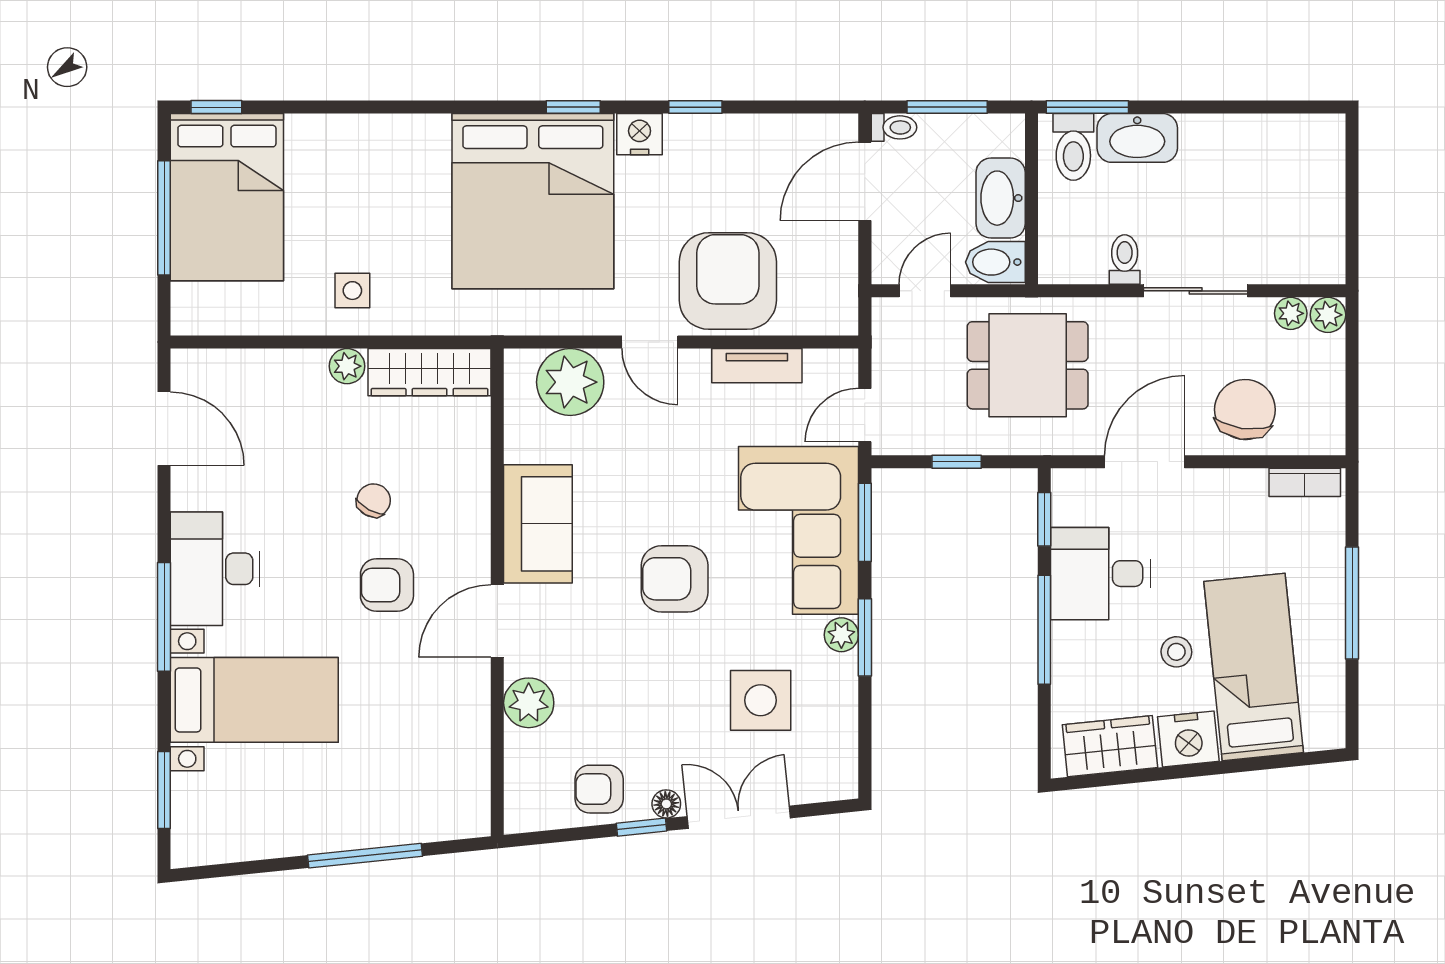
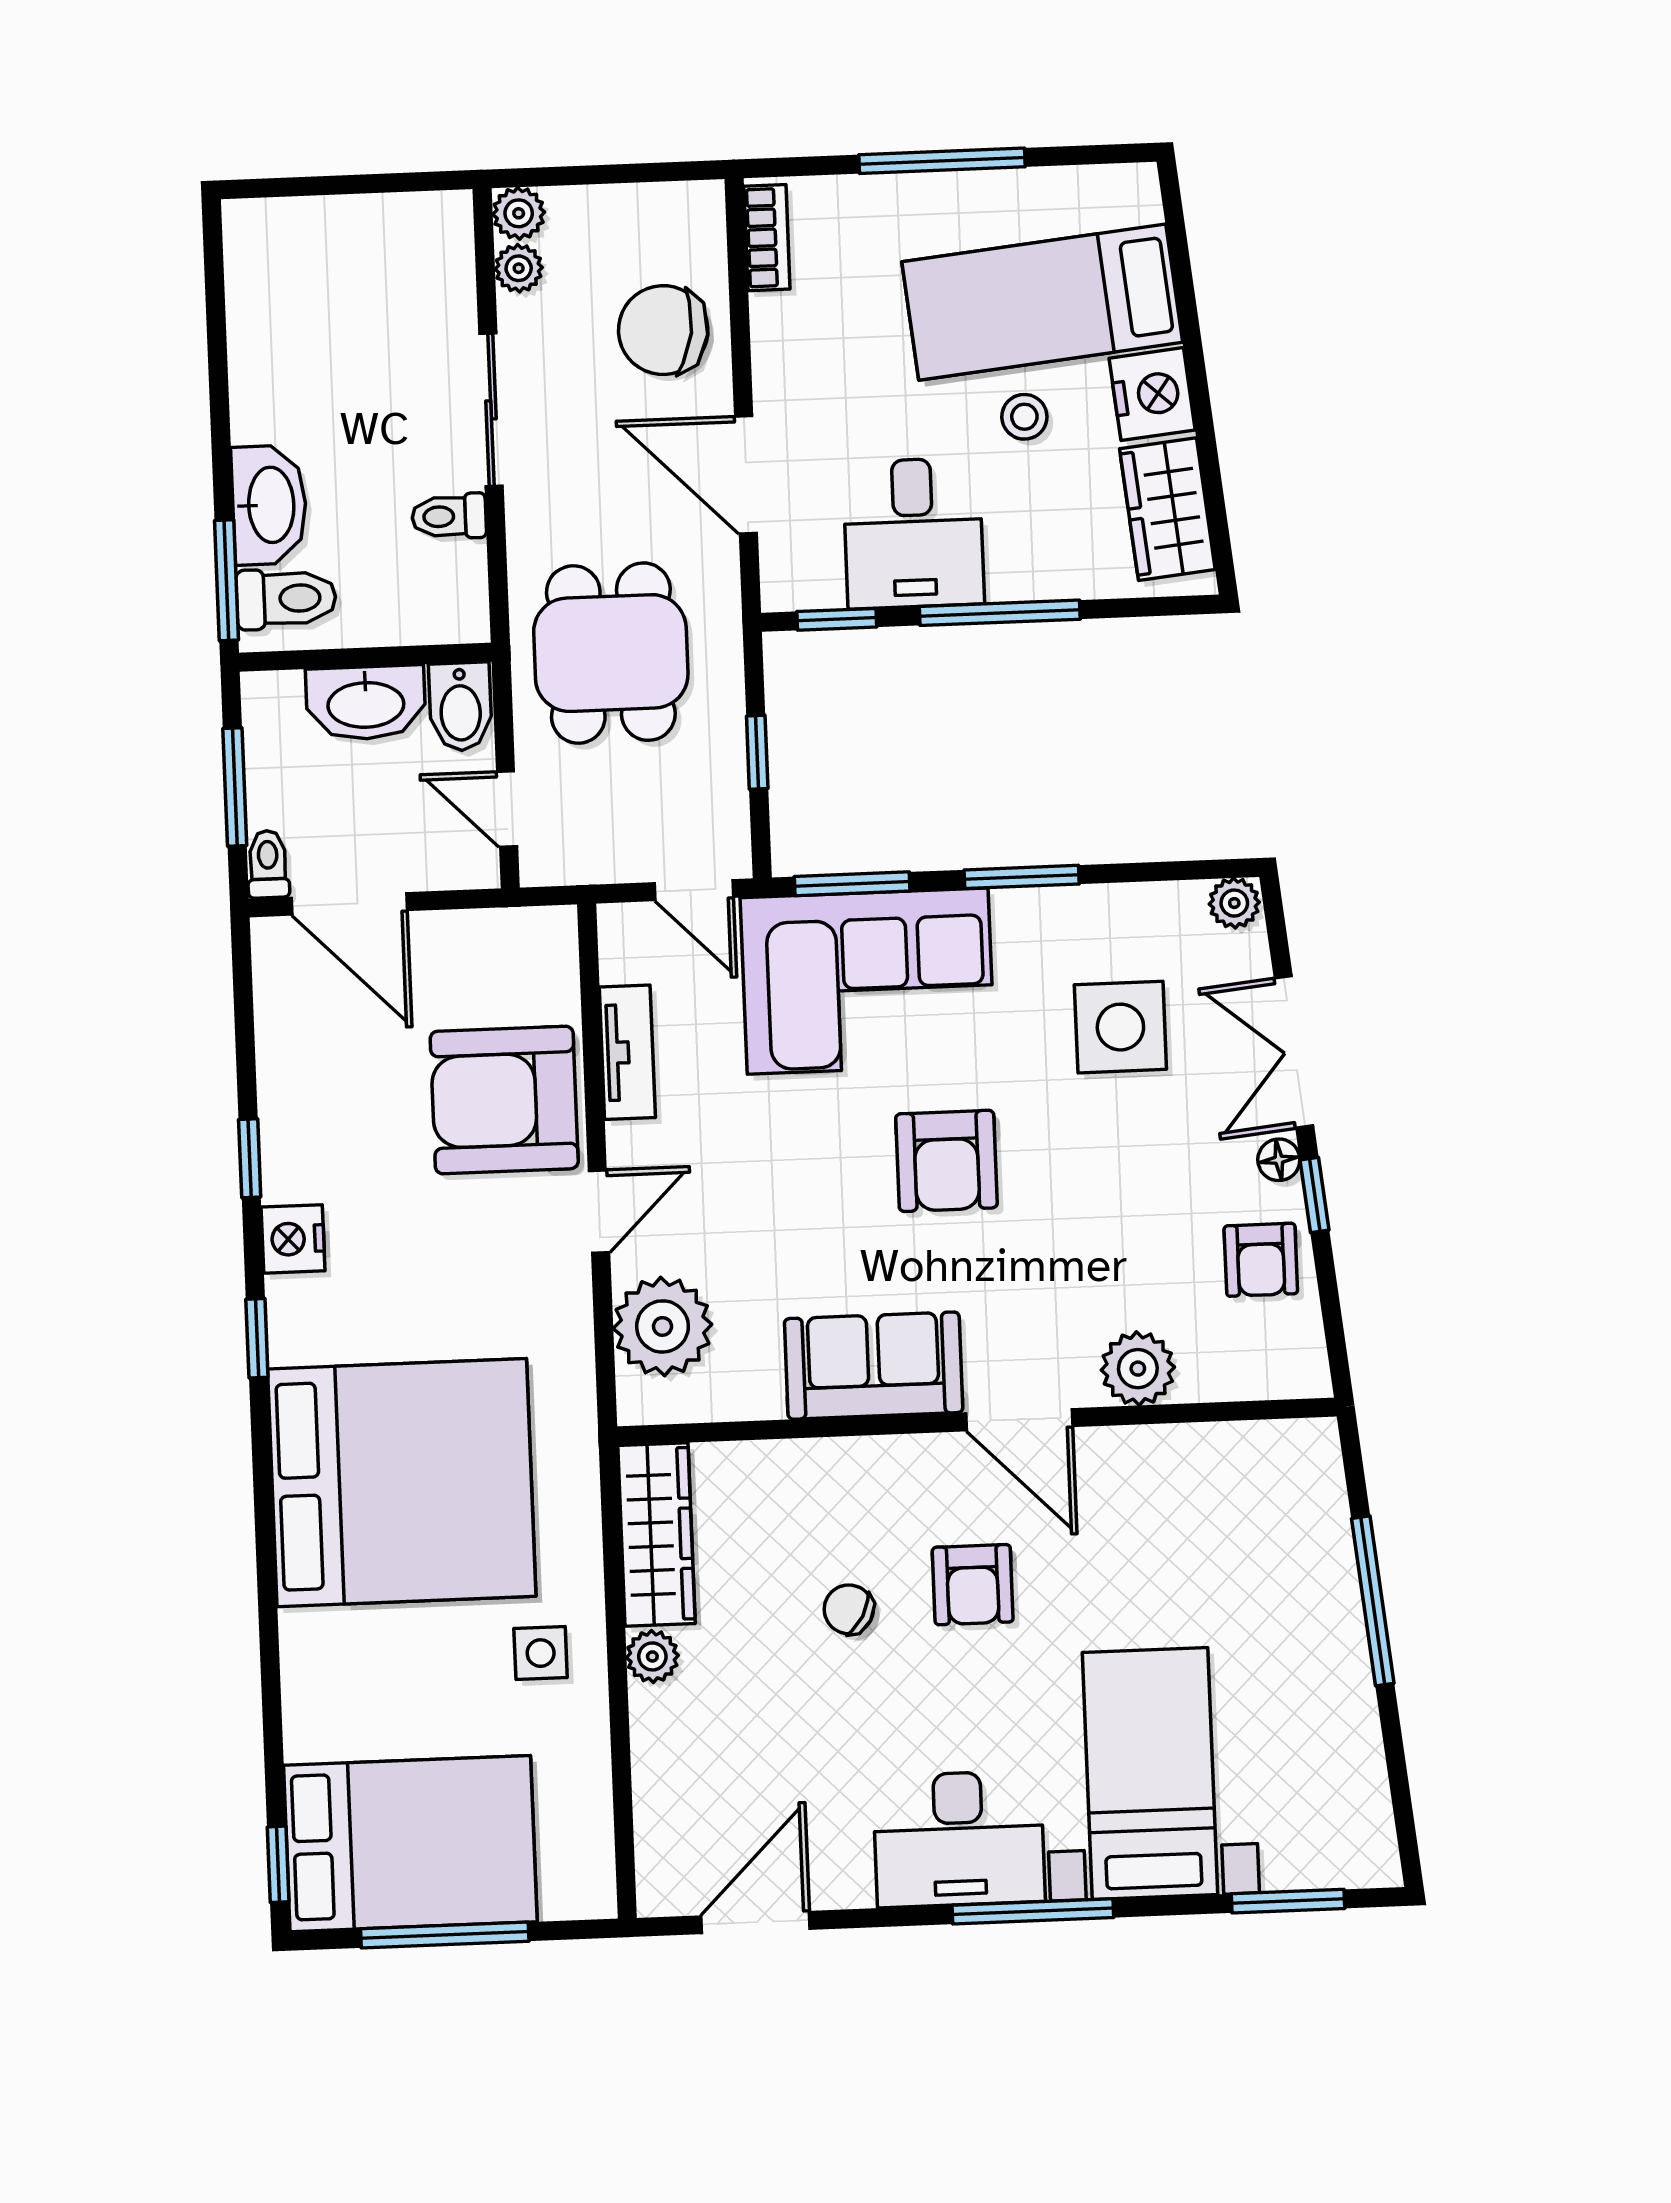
bed: (533, 201) -> (402, 1483), moved
plant: (841, 635) -> (1234, 903), moved

